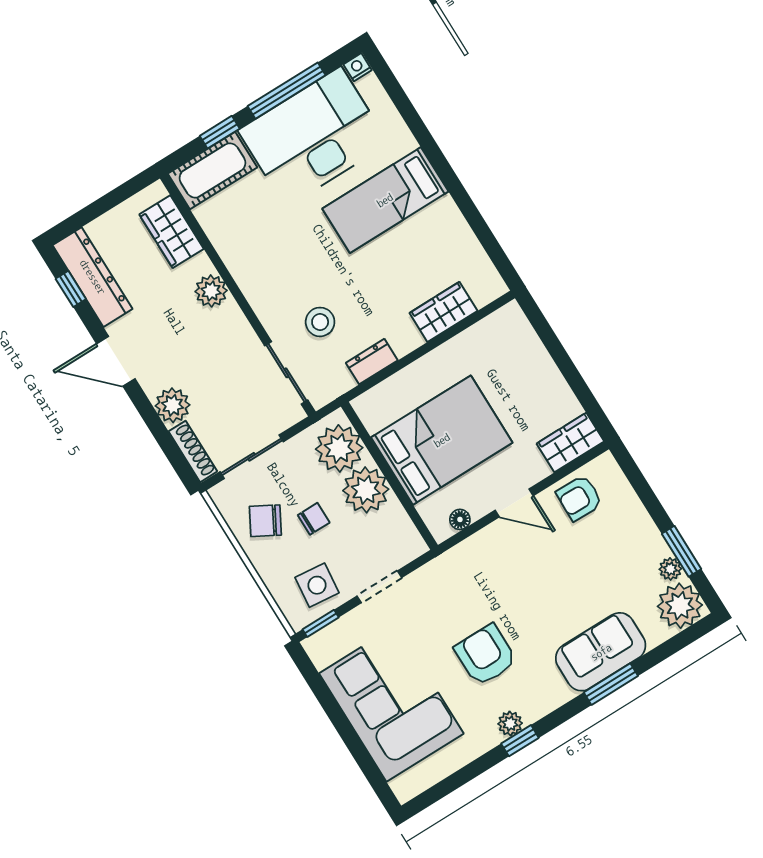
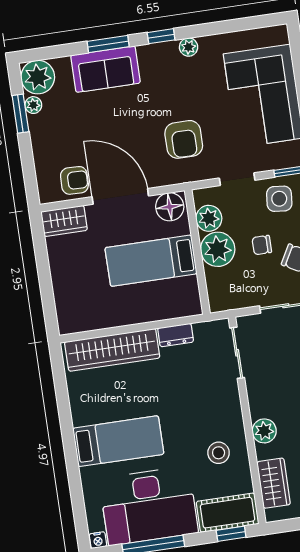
window: (220, 132) -> (231, 534), moved
wardrobe: (443, 312) -> (112, 350), width x2.10, depth x1.17
stool: (320, 322) -> (219, 453), moved
bed: (442, 440) -> (151, 261), width x0.67
plant: (339, 448) -> (209, 218), moved, width x0.73, depth x0.73
door: (514, 503) -> (120, 196), width x1.88
floor lamp: (460, 519) -> (170, 207), width x1.89, depth x1.89
armchair: (486, 655) -> (184, 139), moved
window: (520, 741) -> (161, 36), moved

